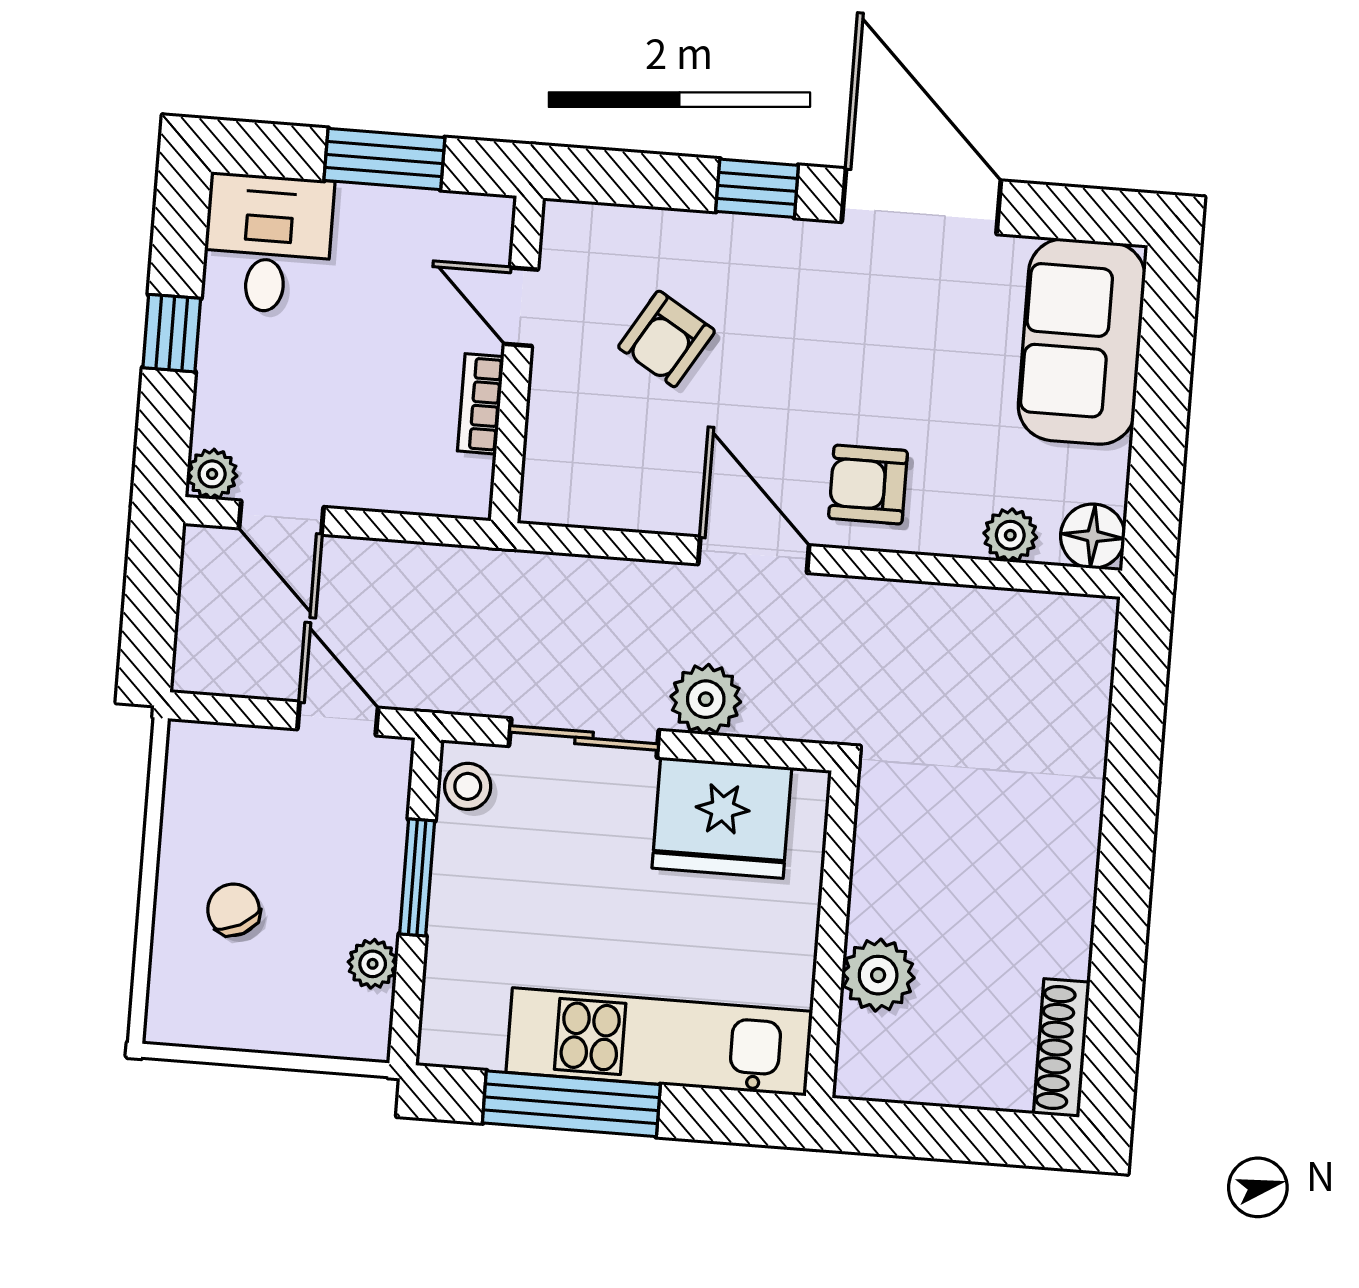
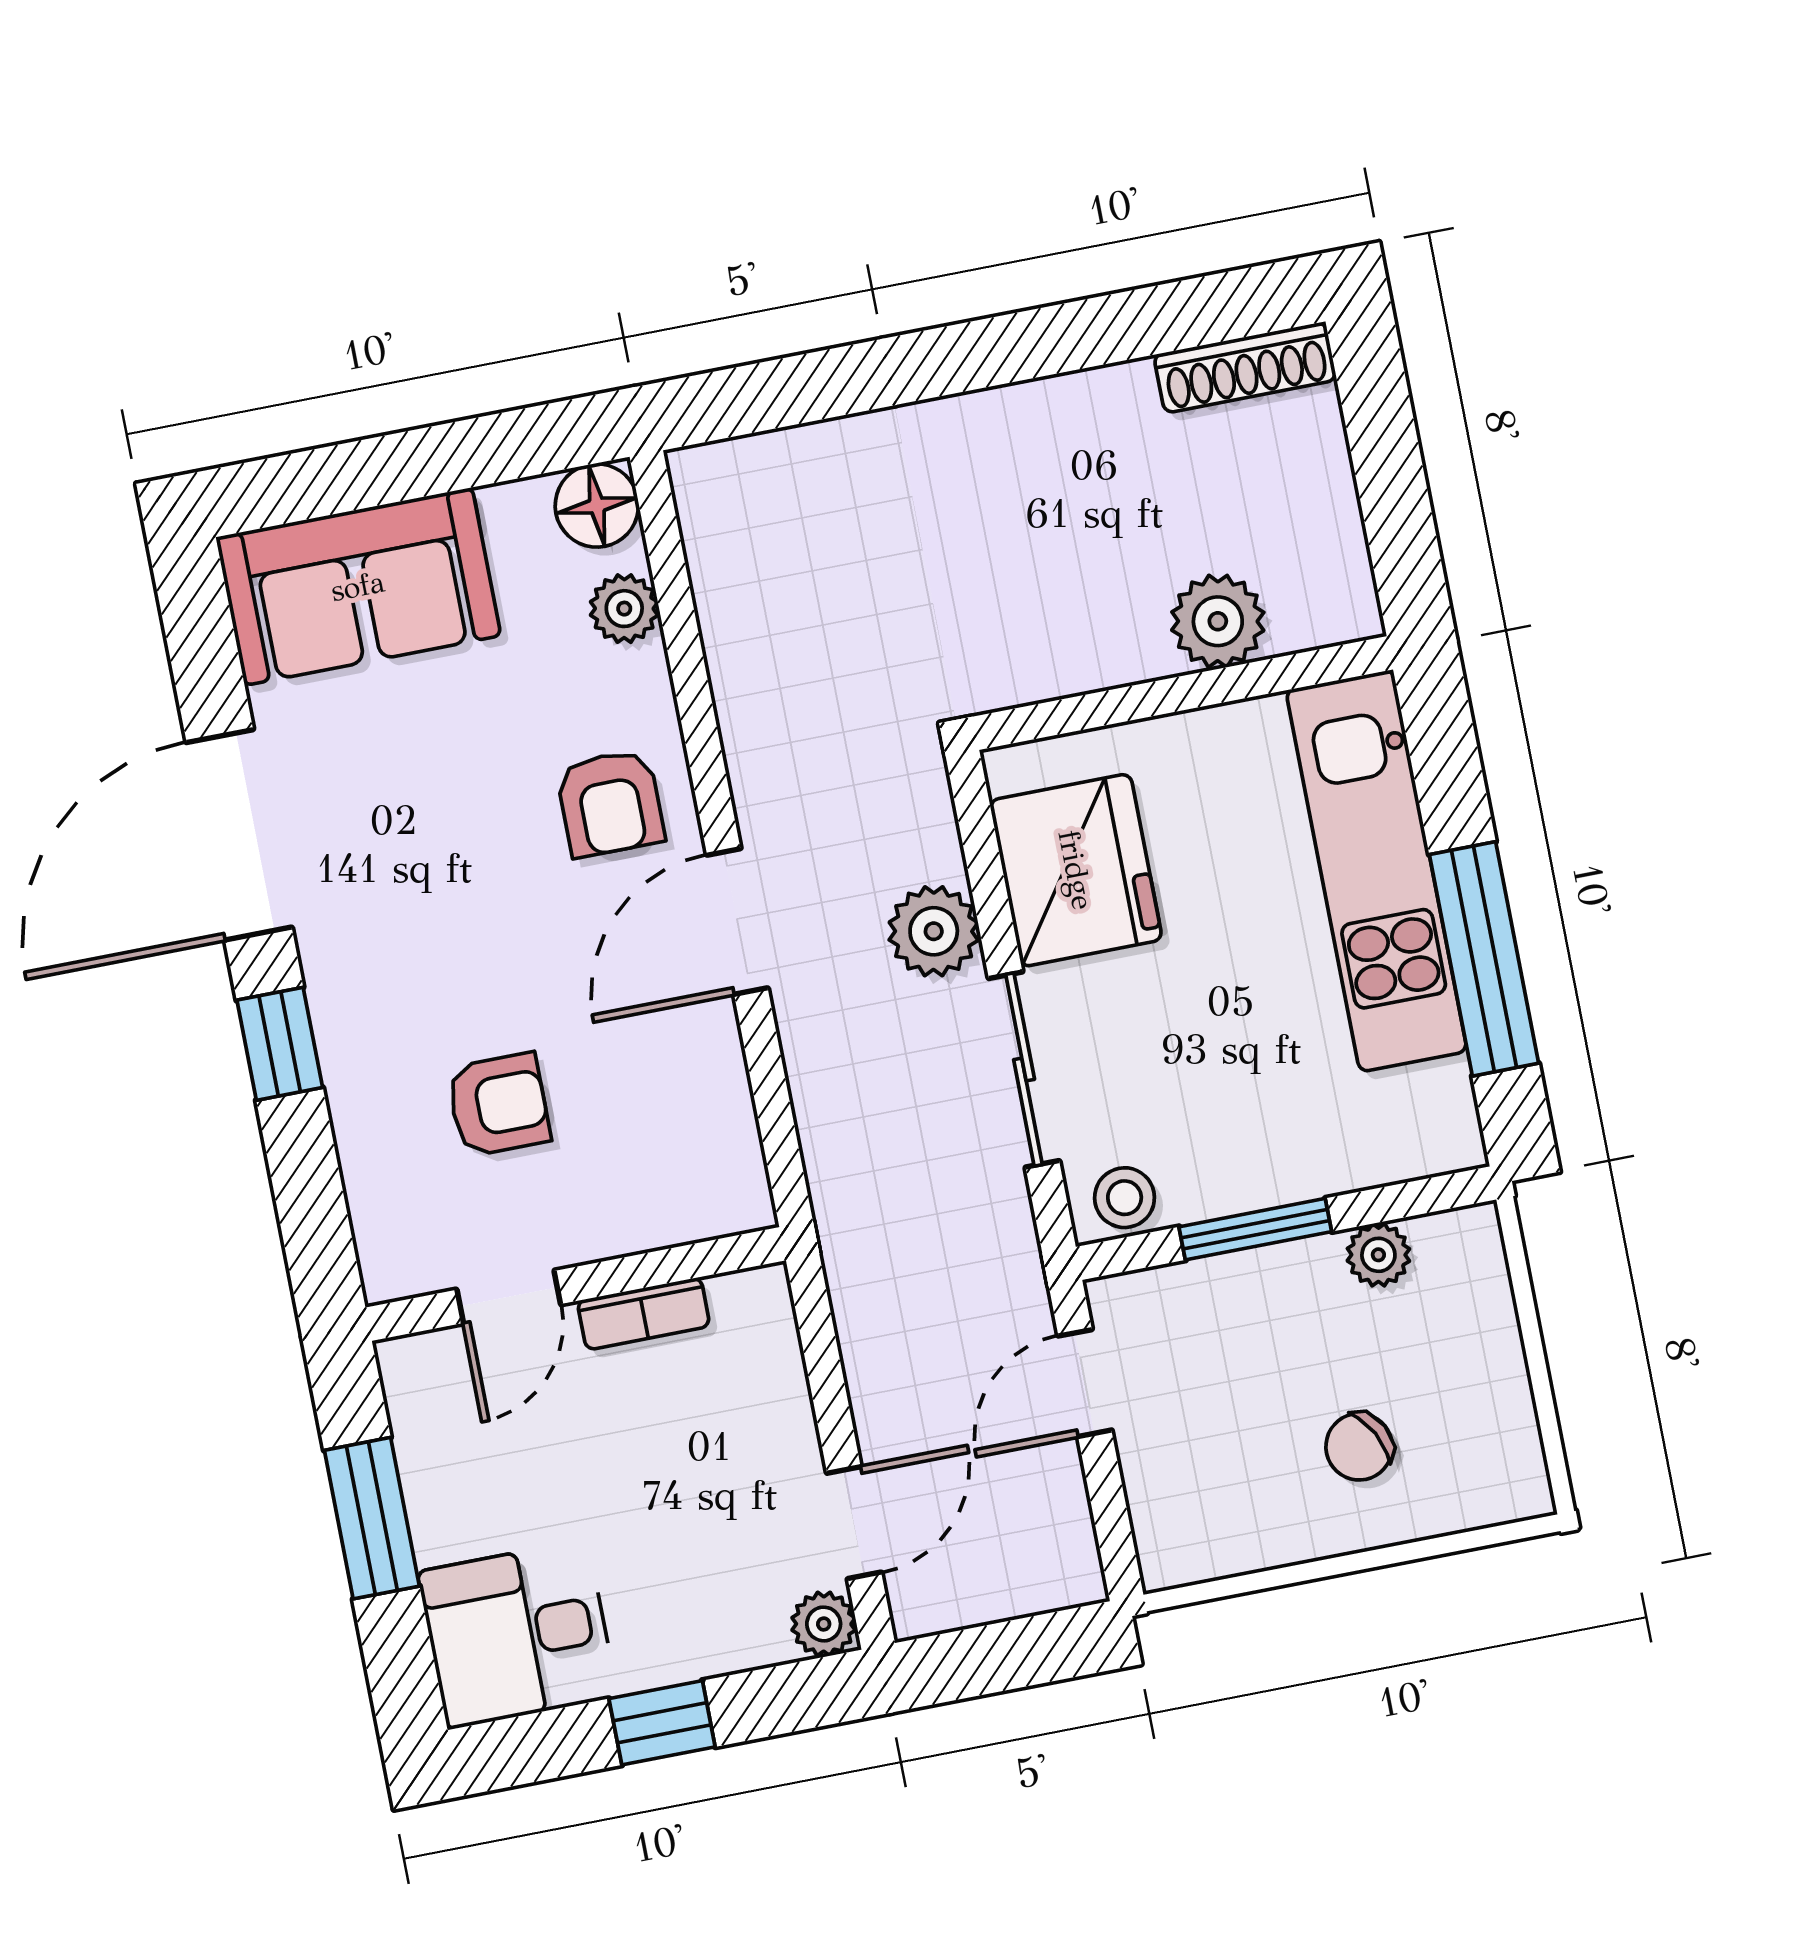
armchair: (667, 339) -> (499, 1105), turned -31

